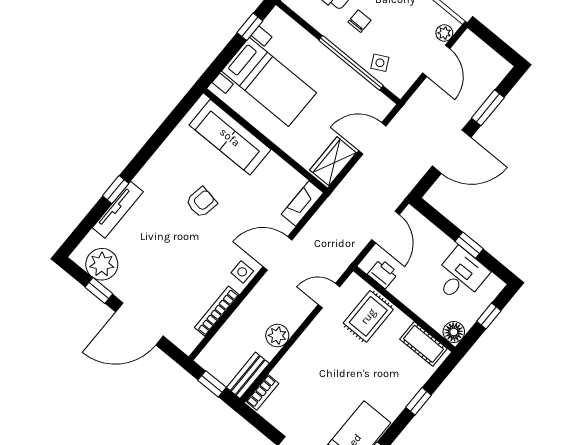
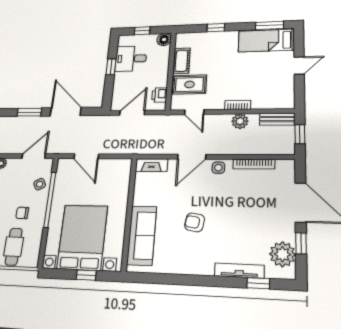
window: (250, 27) -> (86, 275), moved
door: (436, 61) -> (34, 156), moved
bed with nightstands: (269, 82) -> (82, 237), width x1.36
wardrobe: (333, 161) -> (114, 167), removed
window: (116, 190) -> (258, 283), moved
door: (277, 253) -> (192, 157), hinge flipped
cot: (424, 344) -> (181, 61), moved
bookcase: (262, 392) -> (238, 105), moved

